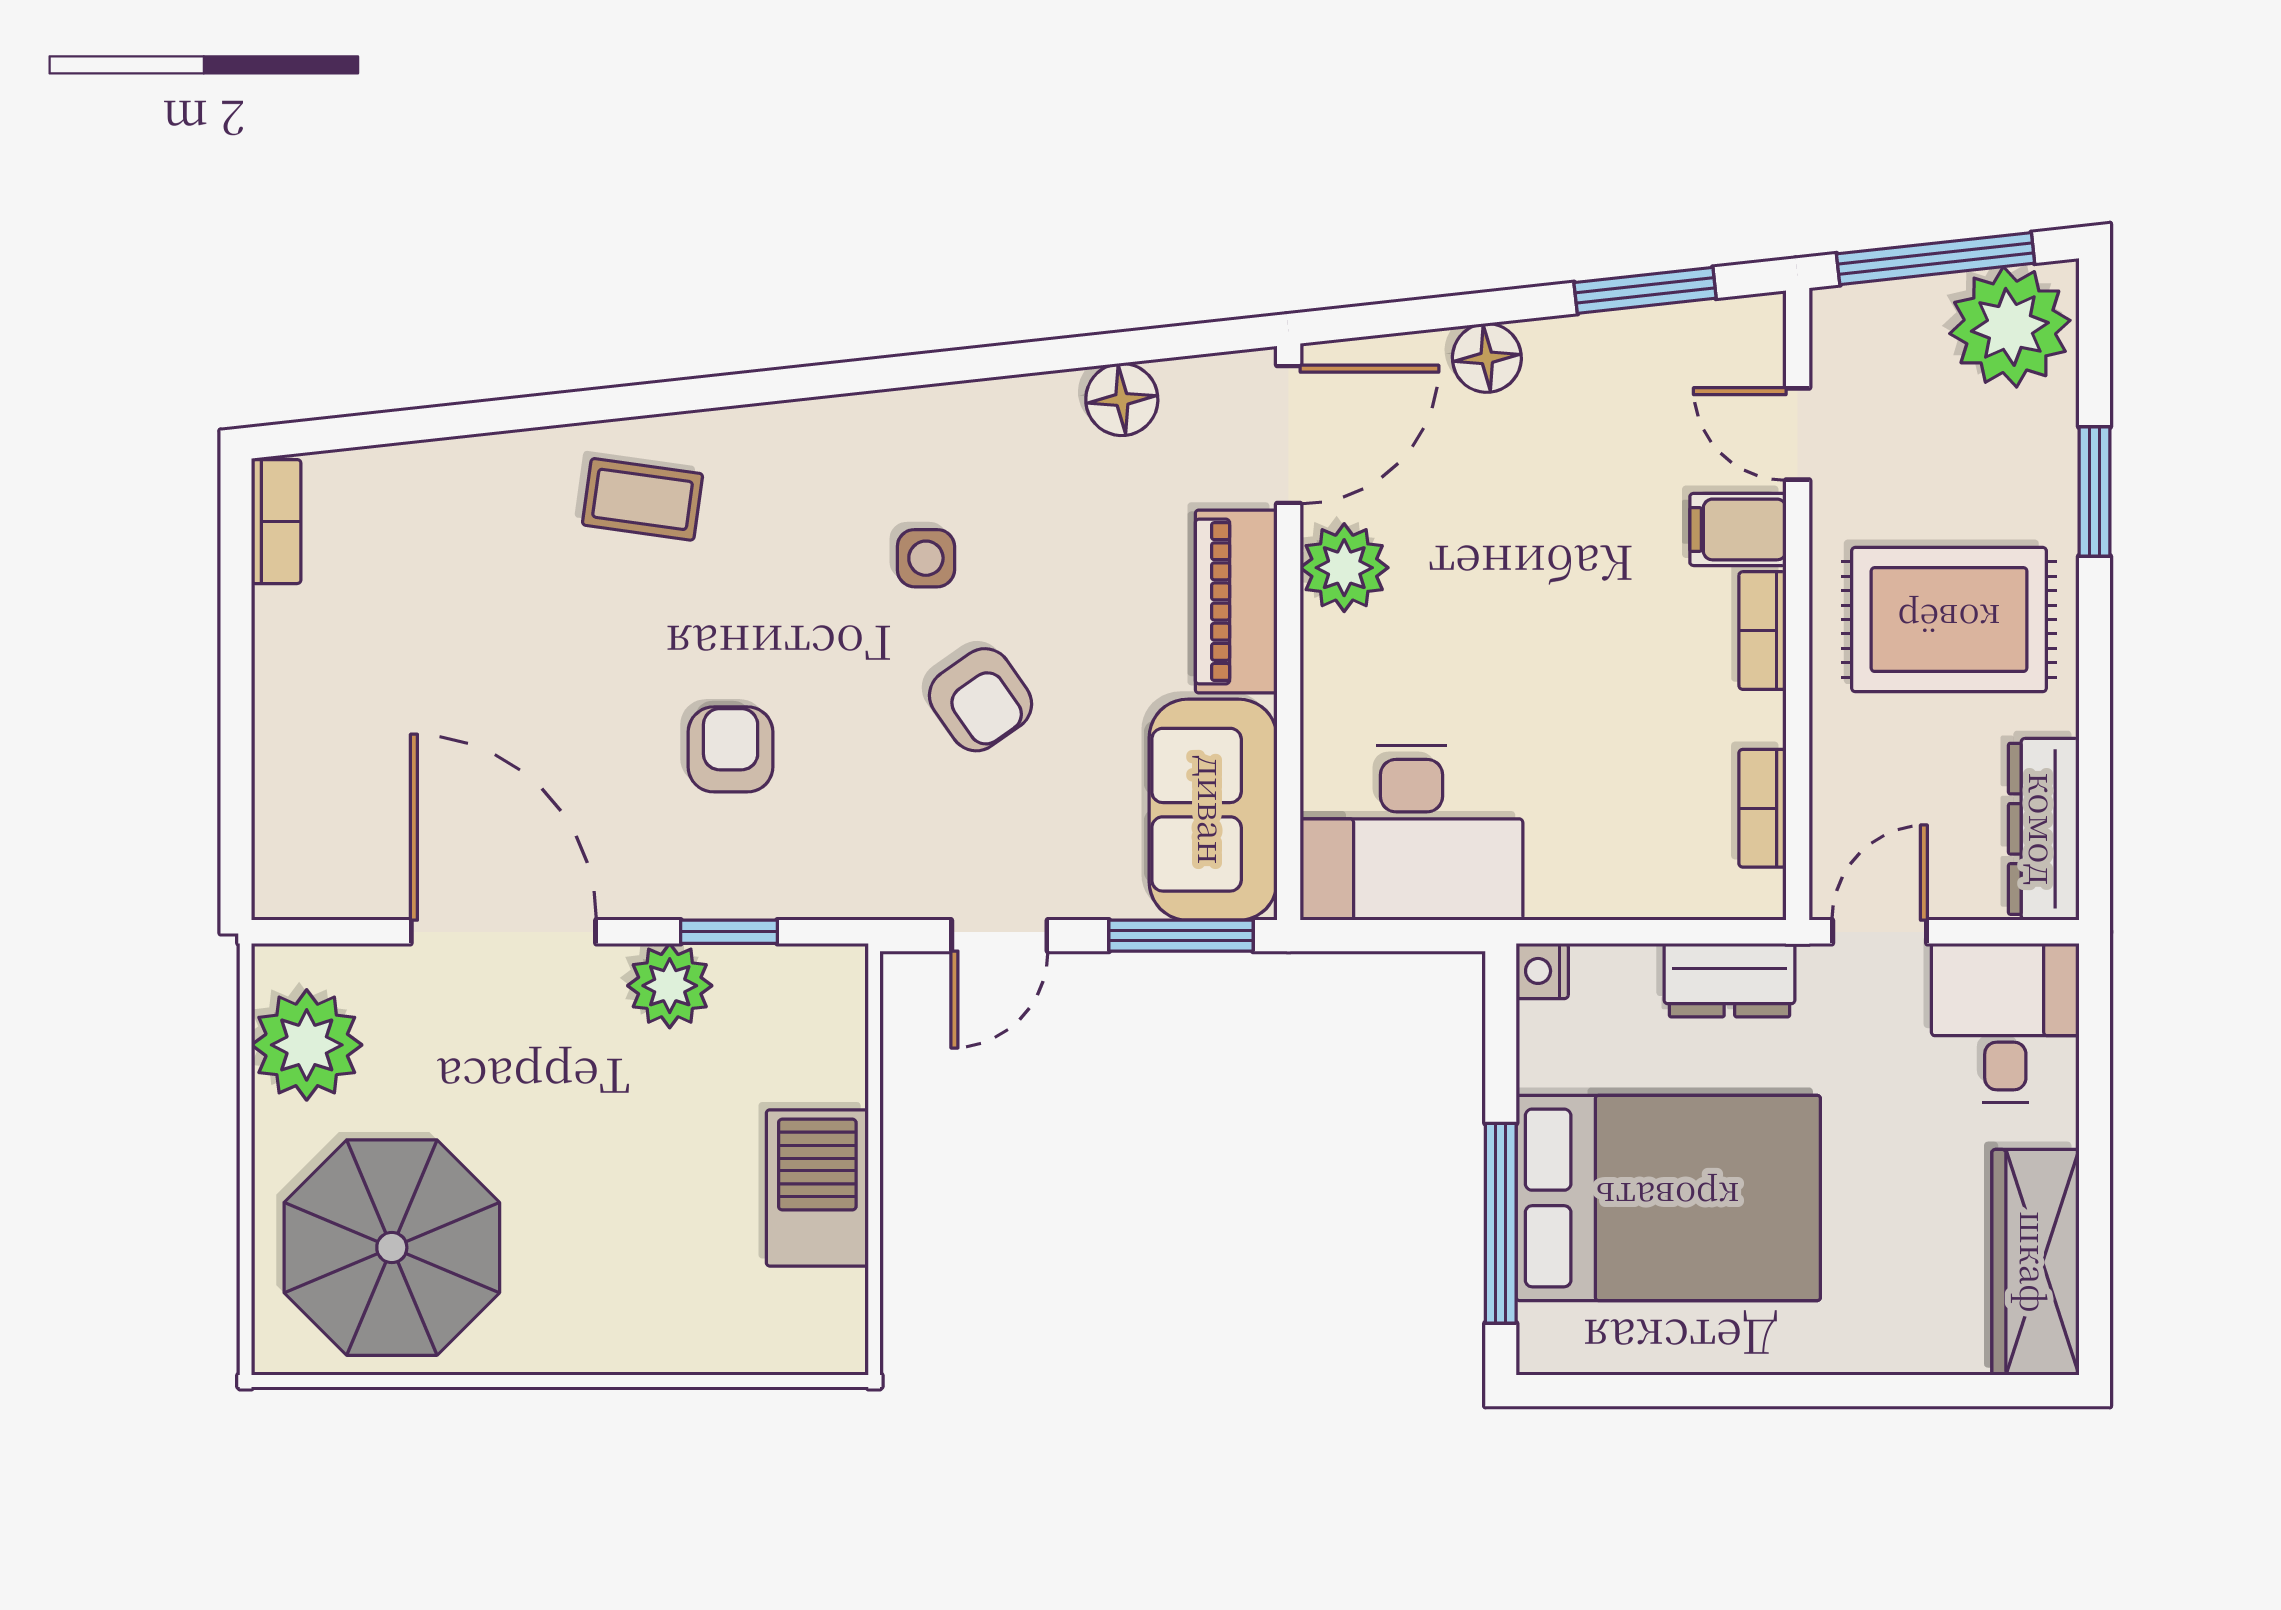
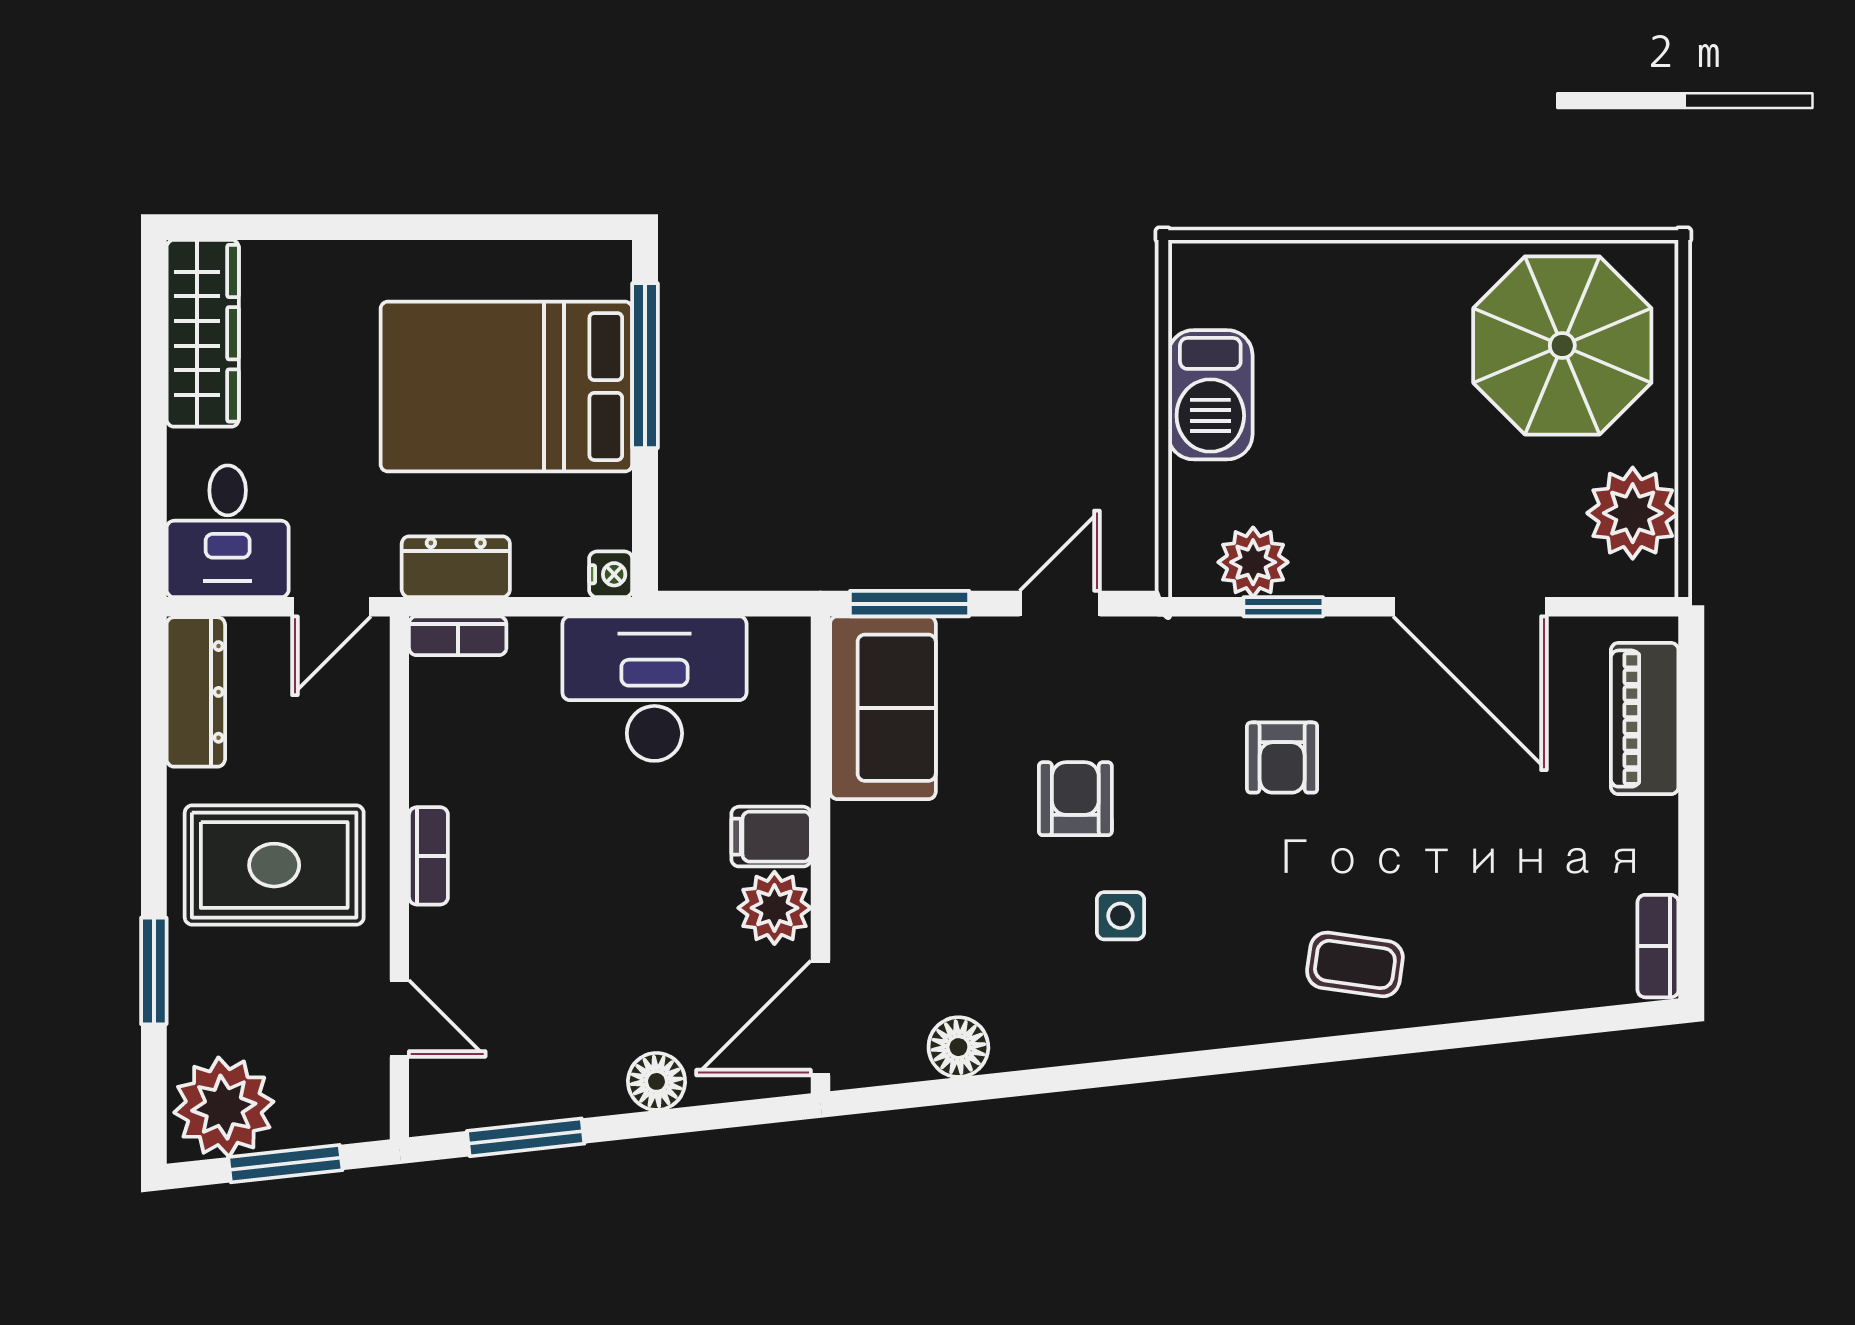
window: (1936, 259) -> (285, 1164), width x0.69
filing cabinet: (1738, 529) -> (771, 837), moved, turned 180
piano: (1236, 602) -> (1645, 719), moved, turned 180
armchair: (981, 700) -> (1075, 799), turned 35
bookcase: (1763, 808) -> (458, 636), moved, turned 90
desk: (1411, 833) -> (654, 689), moved
plant: (670, 986) -> (1253, 562), moved

